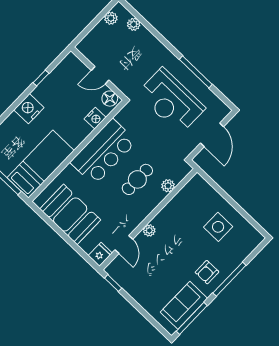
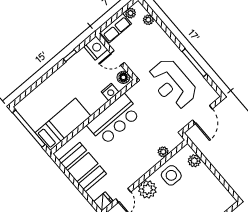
row of seats: (94, 39) -> (116, 28), added
nightstand: (29, 109) -> (96, 48), moved, turned 90
cafe table: (137, 179) -> (139, 144), removed
plant: (208, 193) -> (194, 161), added
side table: (218, 227) -> (171, 175), moved
plant: (149, 230) -> (147, 189), width x1.88, depth x1.88

